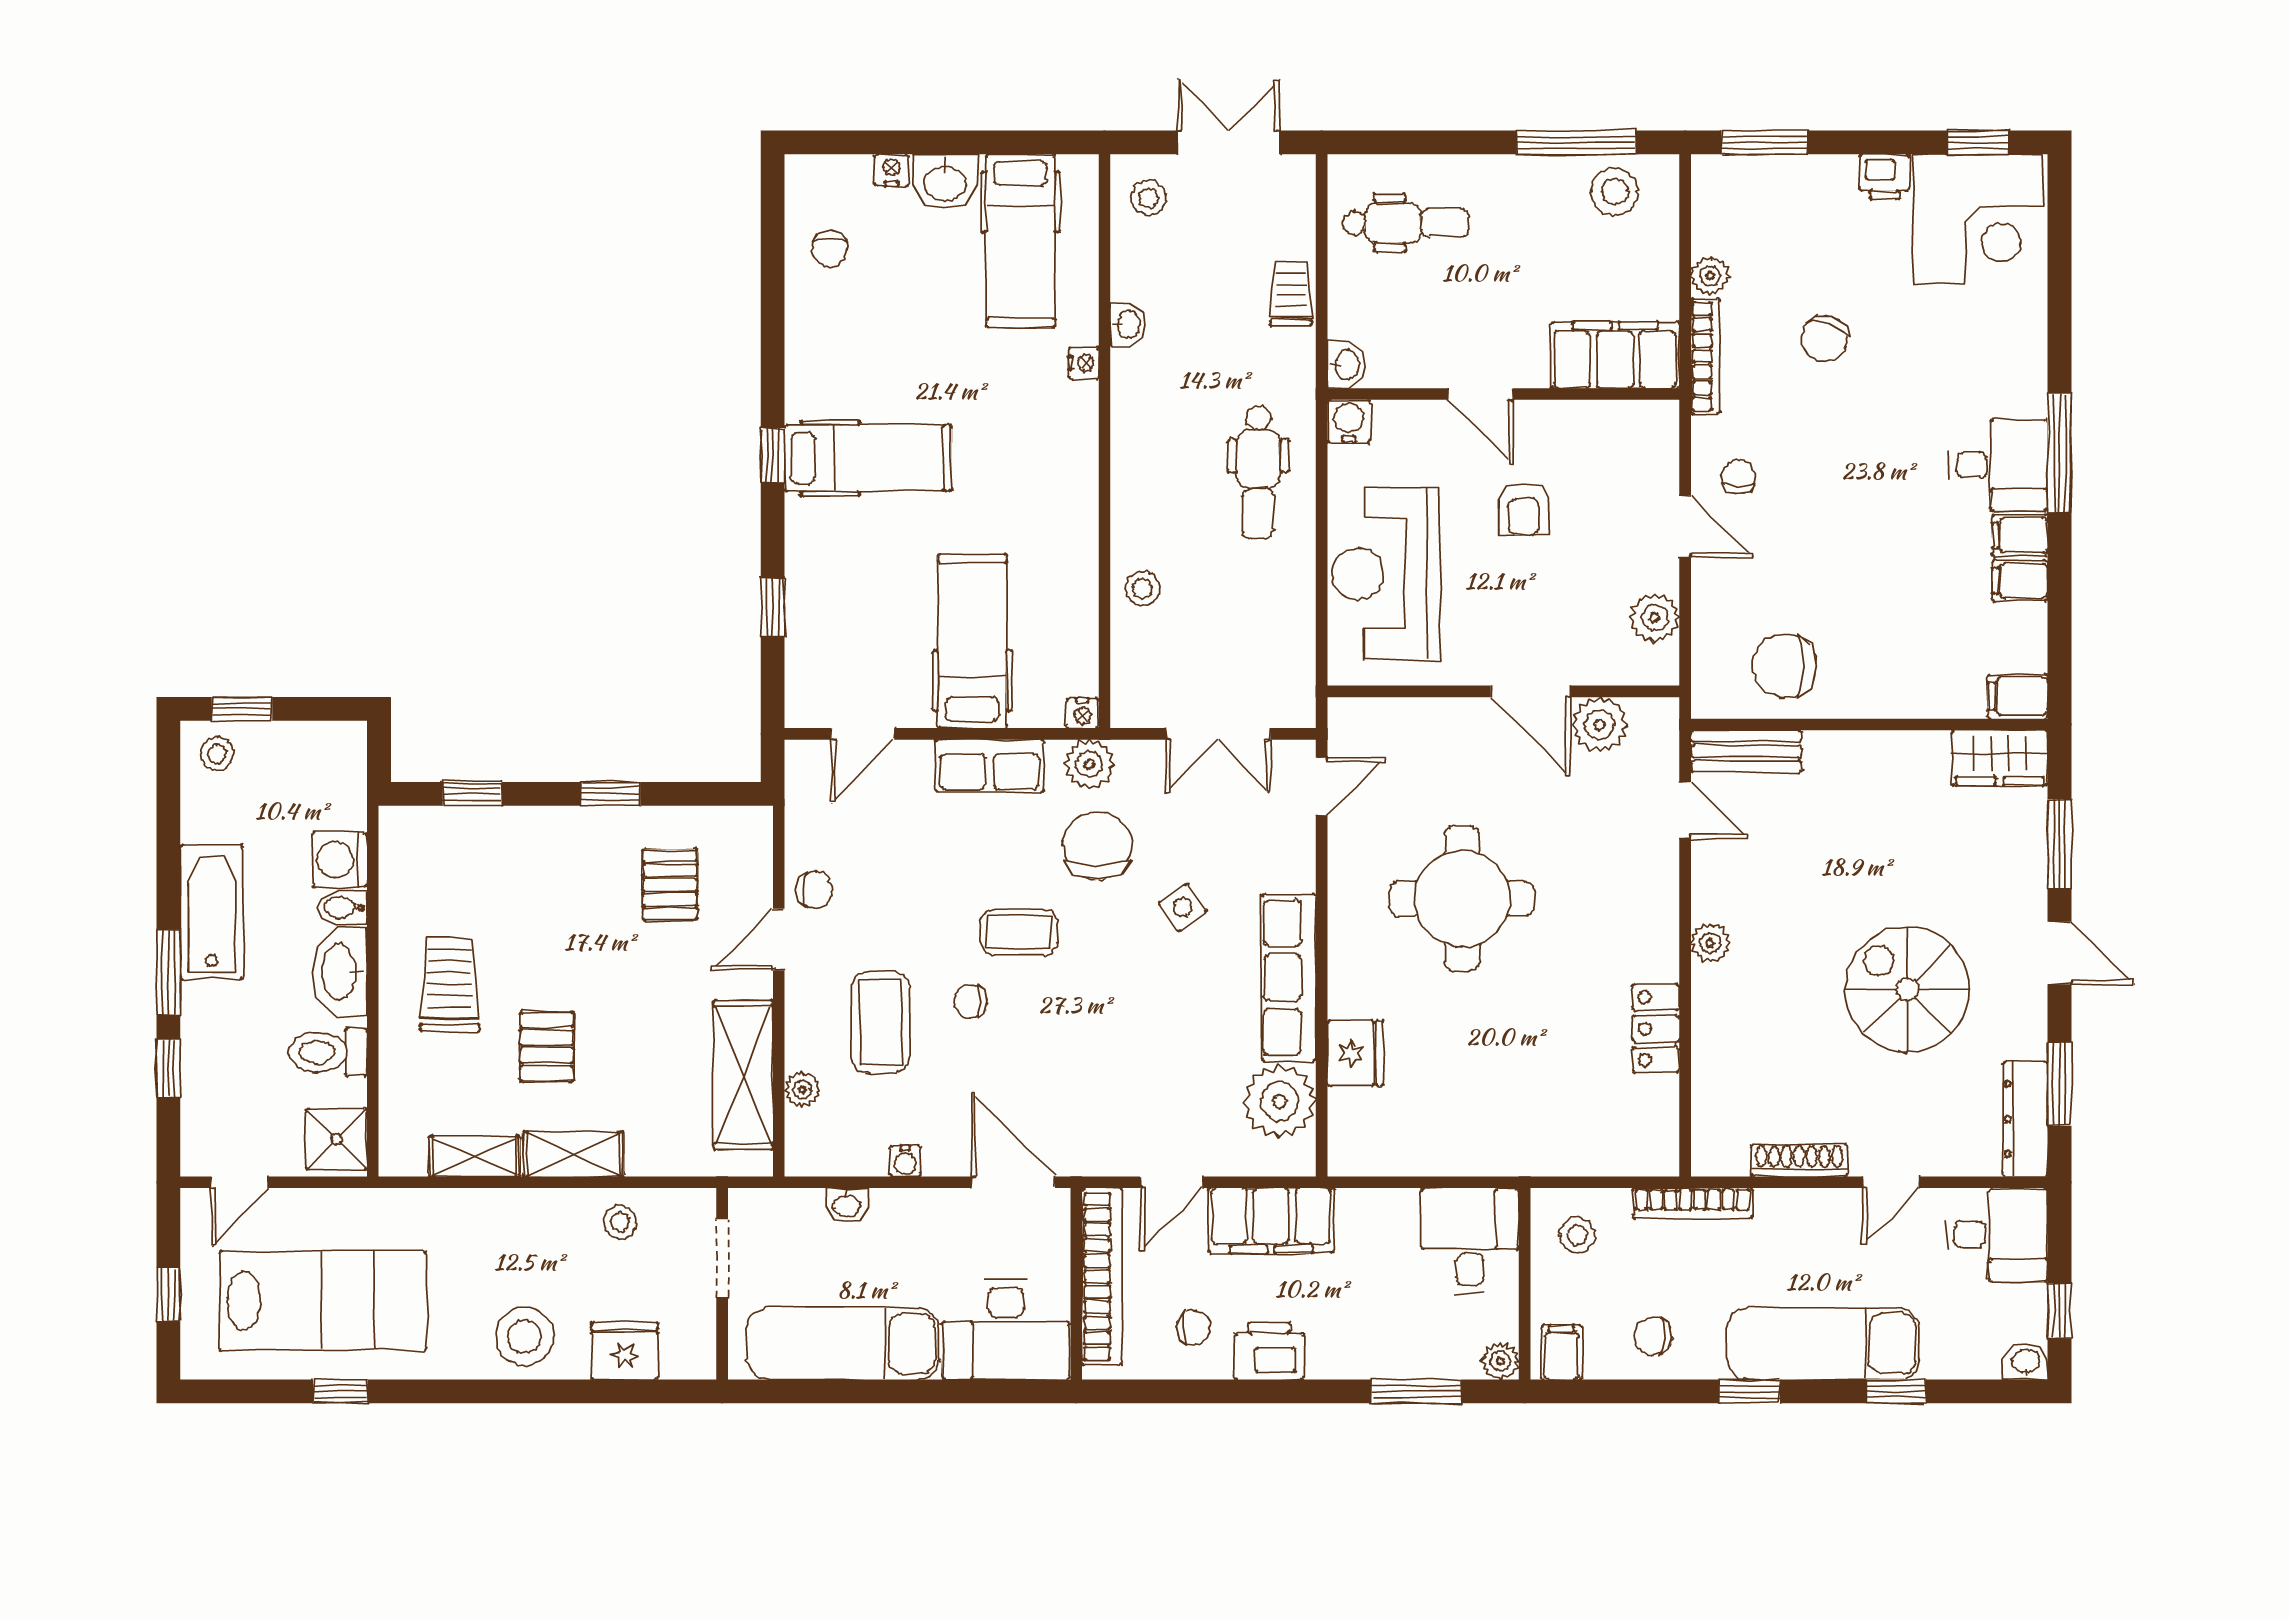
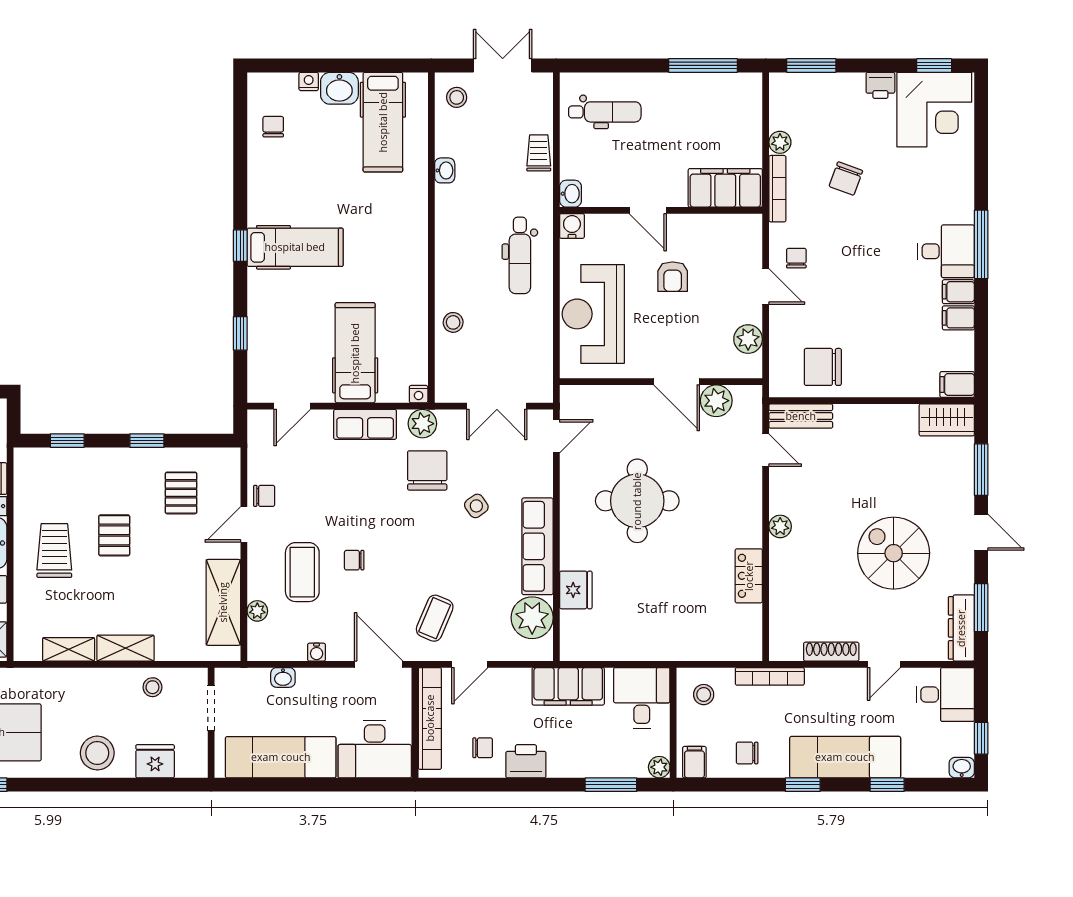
stool: (1615, 192) -> (725, 94), removed
chair: (830, 249) -> (273, 127), turned 180
nightstand: (1084, 363) -> (419, 193), removed
coffee table: (1019, 932) -> (435, 618), moved, turned -67
pallet: (547, 1047) -> (114, 535), moved
filing cabinet: (1271, 1221) -> (568, 686), moved

